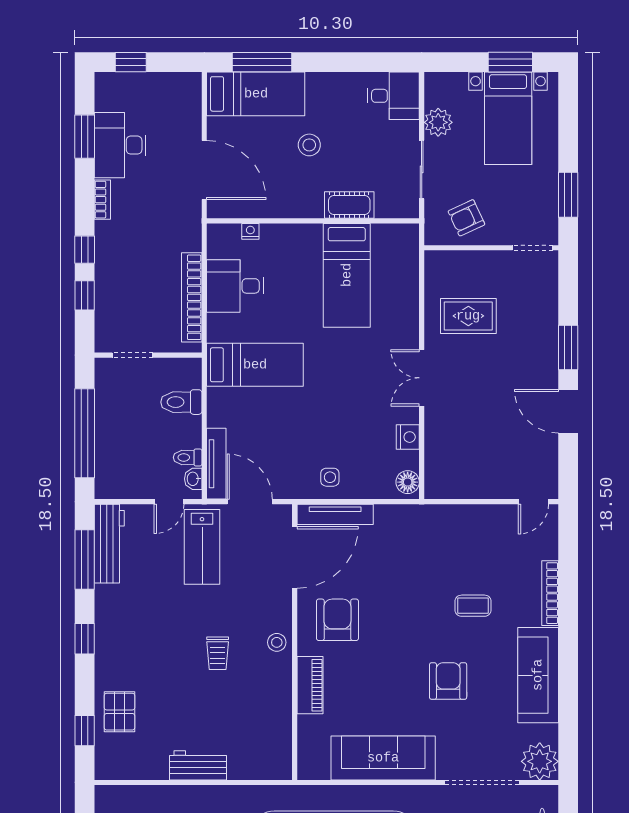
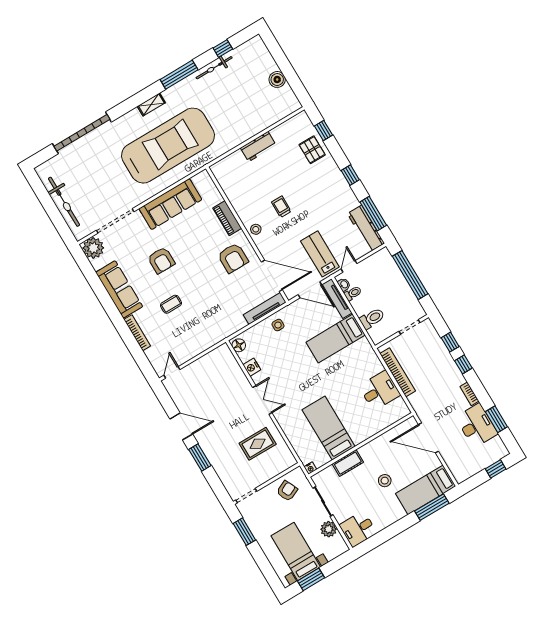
nightstand: (250, 231) -> (310, 468), moved
bed: (255, 365) -> (336, 339), moved
door: (295, 557) -> (272, 276), swing flipped

